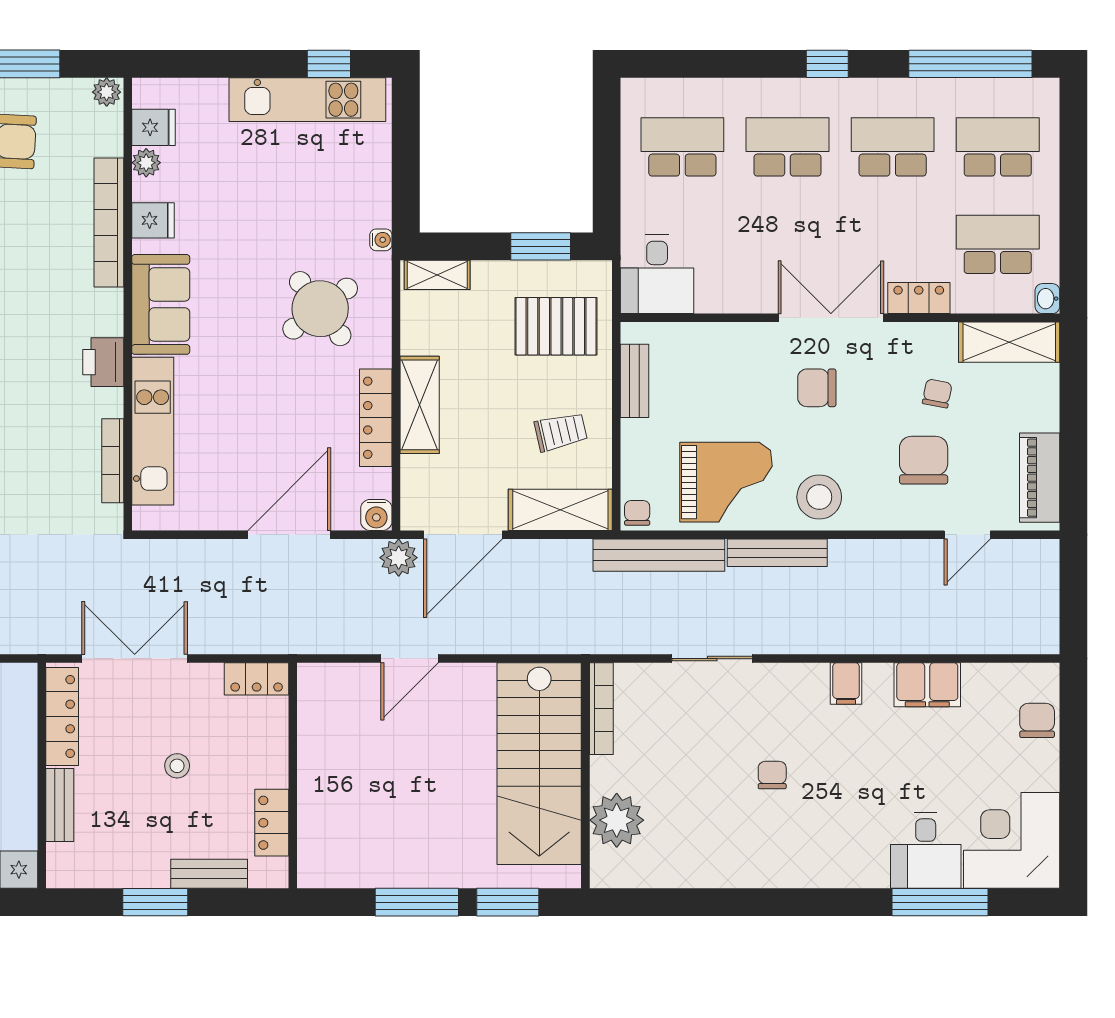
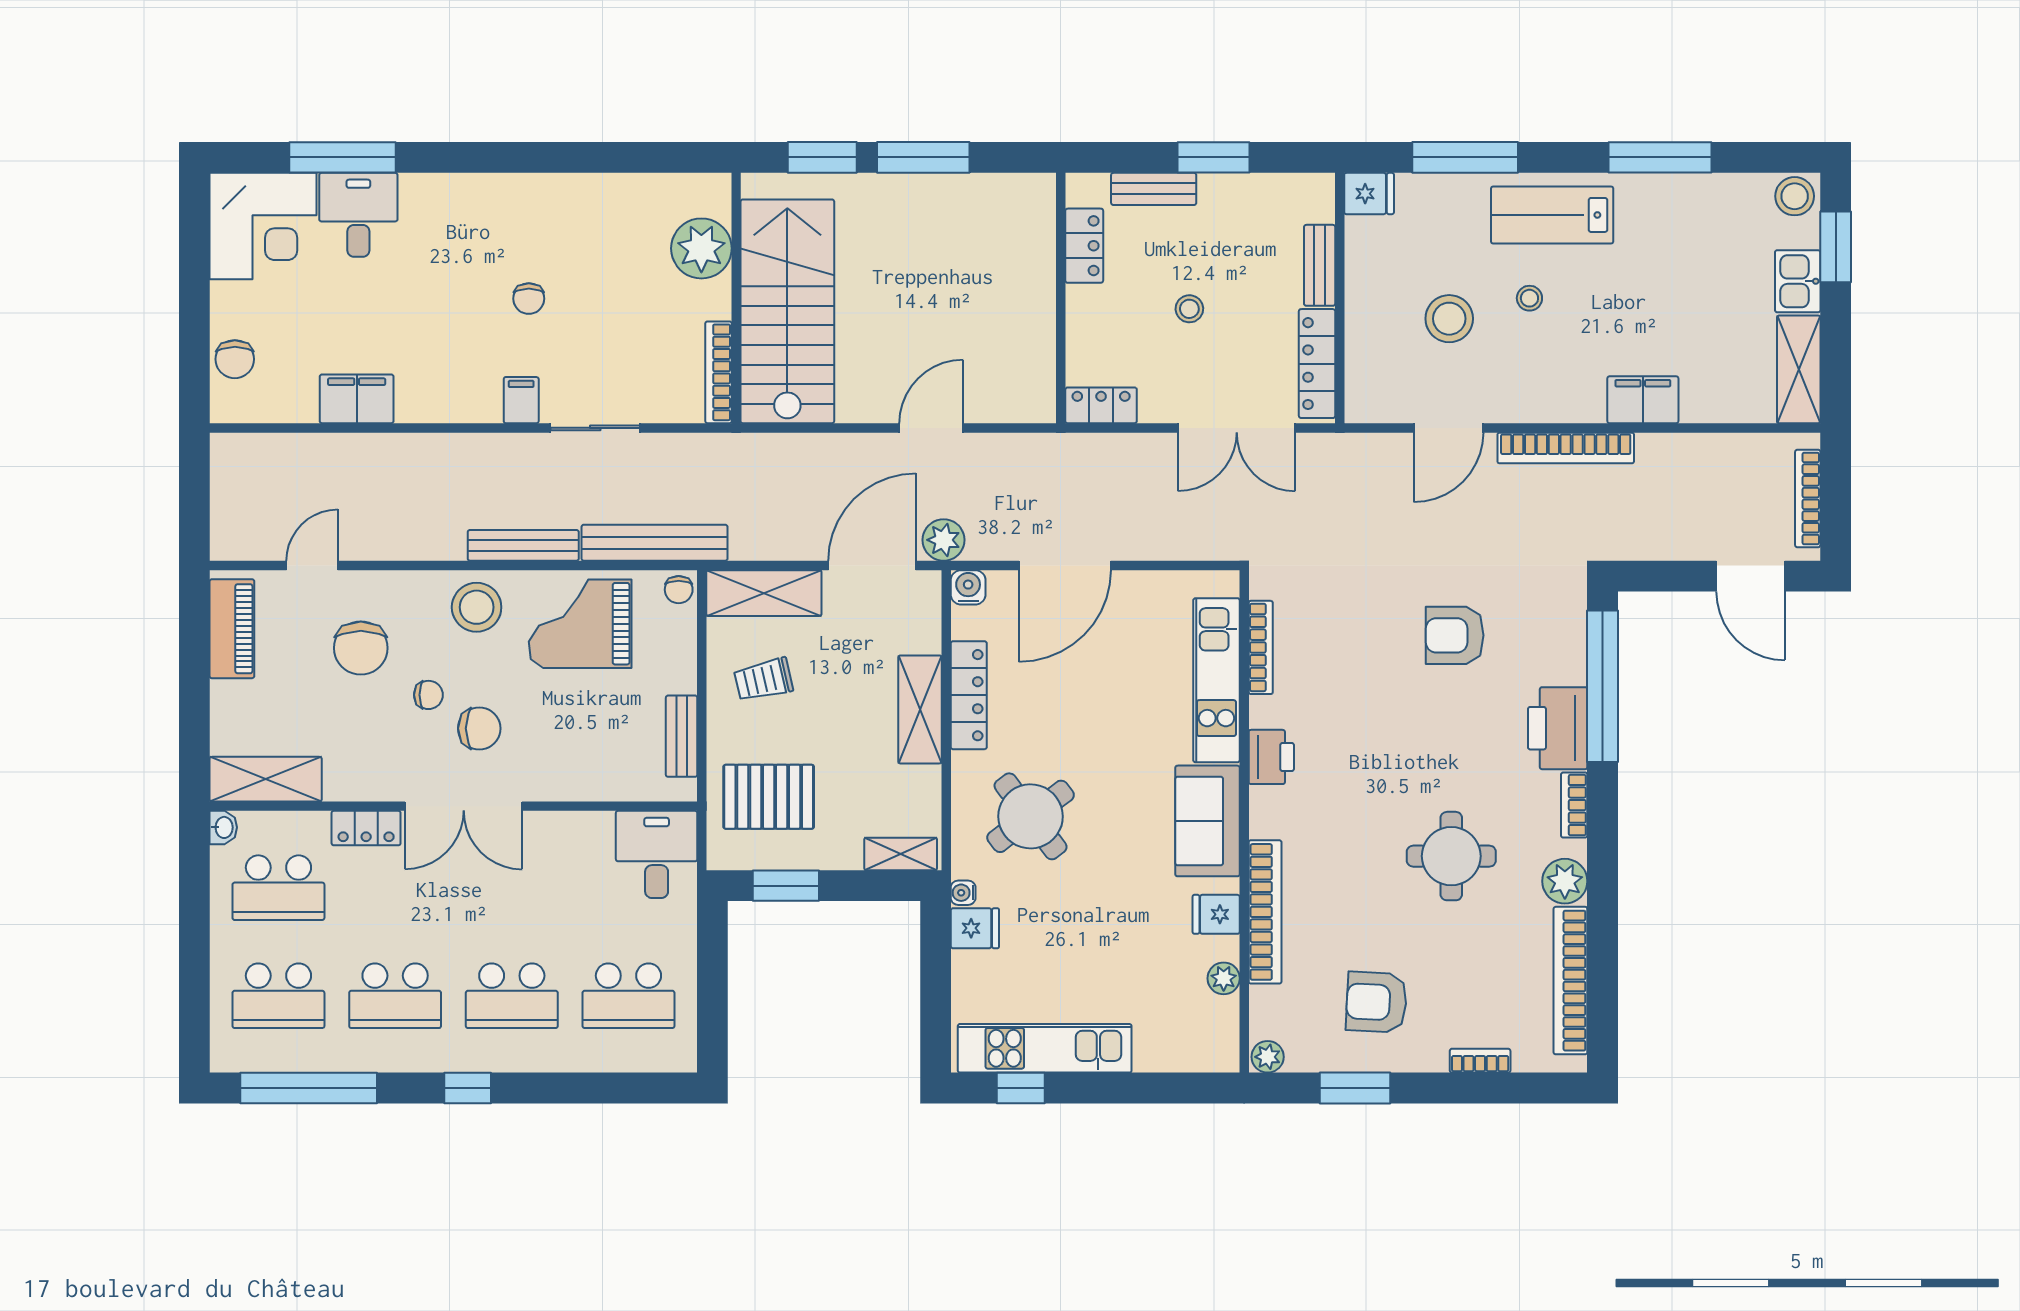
fridge: (153, 127) -> (975, 928), moved, turned 180
chair: (937, 393) -> (428, 695), moved, turned -101
filing cabinet: (846, 684) -> (521, 400), moved

